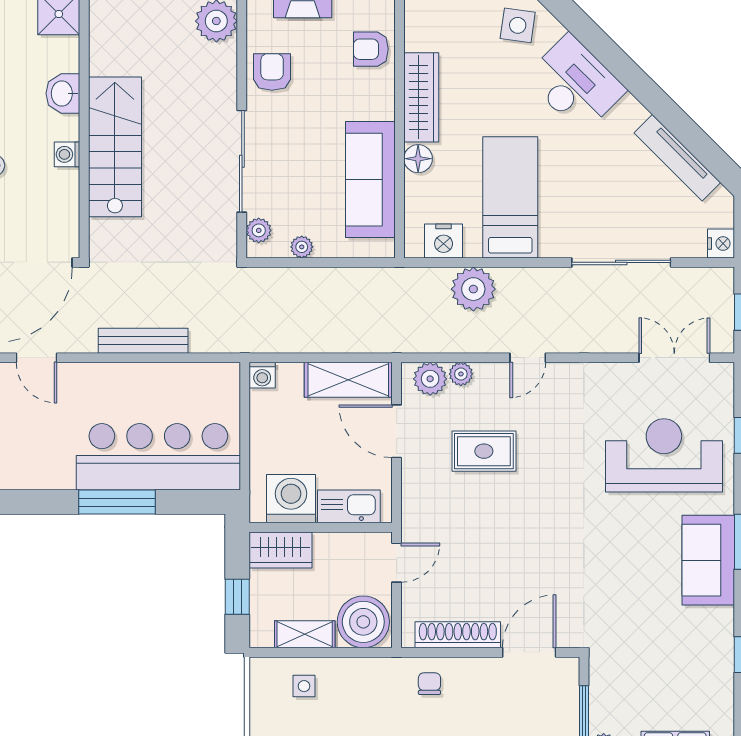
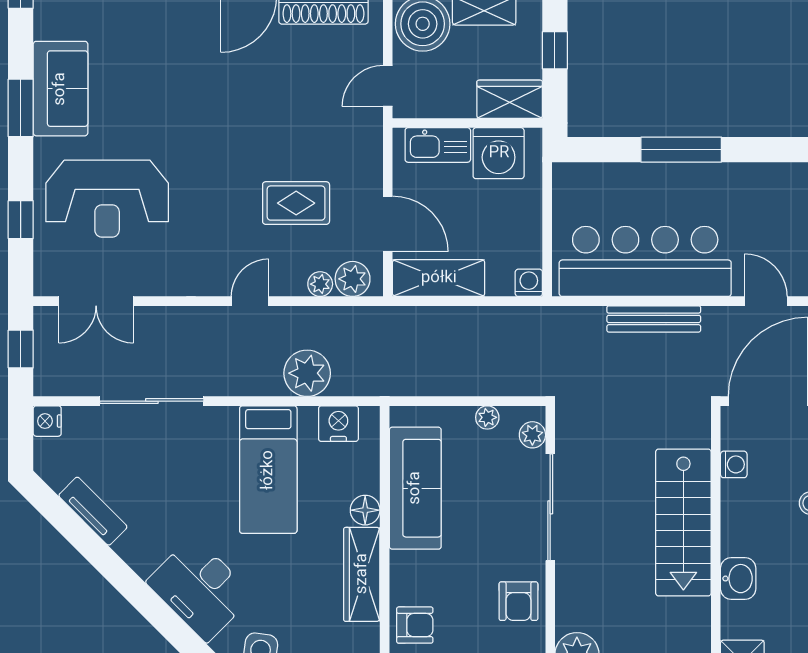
washing machine: (67, 154) -> (734, 464), moved
tv unit: (677, 158) -> (93, 511), width x0.71
bar counter: (158, 457) -> (645, 261), moved, turned 180

